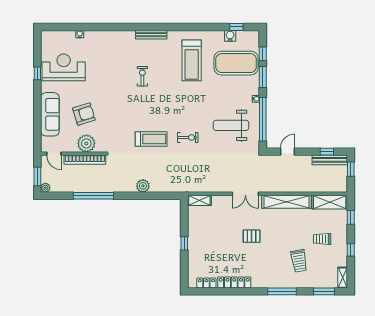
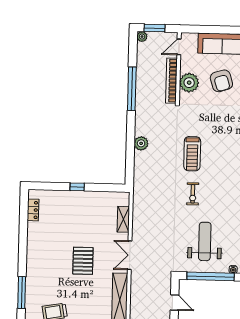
shelving: (199, 200) -> (123, 219), moved
pallet: (252, 236) -> (83, 261), width x1.50, depth x1.42
locker: (234, 282) -> (33, 240), removed

